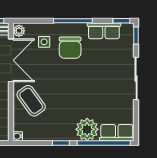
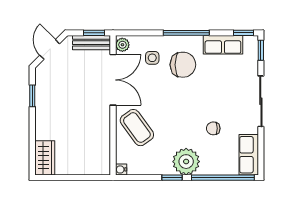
chair: (70, 48) -> (183, 65), turned -90
chair: (96, 101) -> (213, 128), added
plant: (87, 129) -> (186, 162), moved
row of seats: (117, 133) -> (249, 155), moved, turned -90

